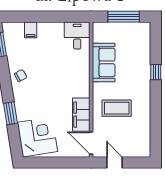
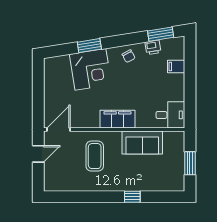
window: (124, 17) -> (190, 163), width x0.69
printer: (12, 52) -> (153, 47), added
filing cabinet: (81, 115) -> (117, 119), moved
corner desk: (37, 137) -> (90, 69), moved

